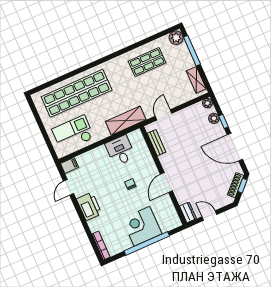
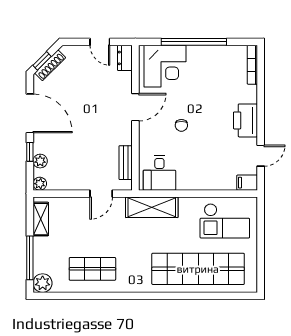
desk: (120, 151) -> (159, 173), moved
corner desk: (142, 226) -> (165, 66), moved

